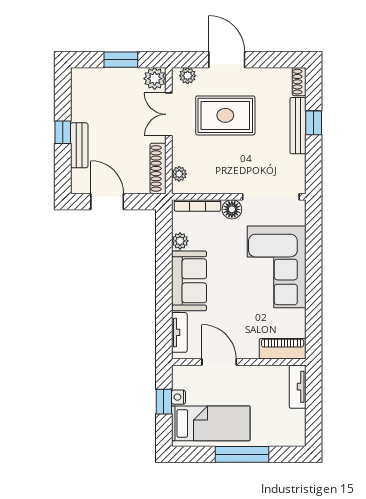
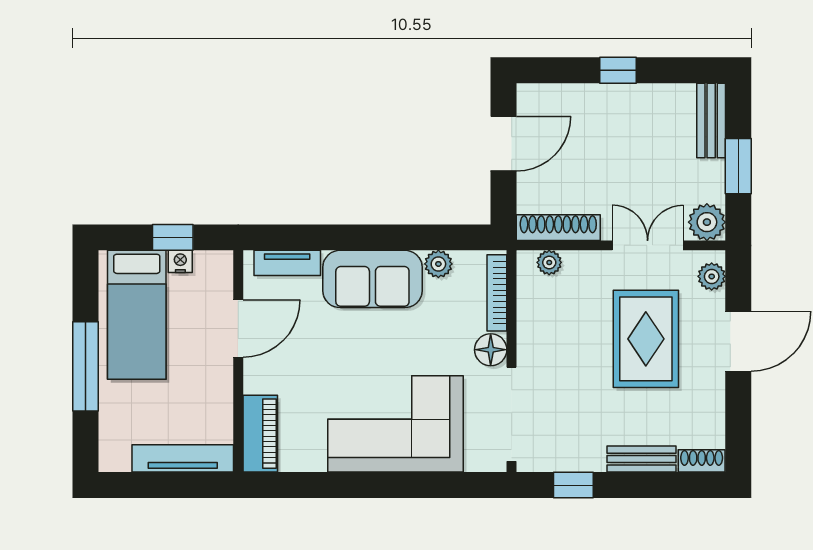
window: (314, 123) -> (573, 485), moved
bench: (298, 126) -> (641, 459), width x0.73
bench: (79, 145) -> (711, 120), moved, turned 90
tv unit: (298, 387) -> (183, 458), width x1.41

